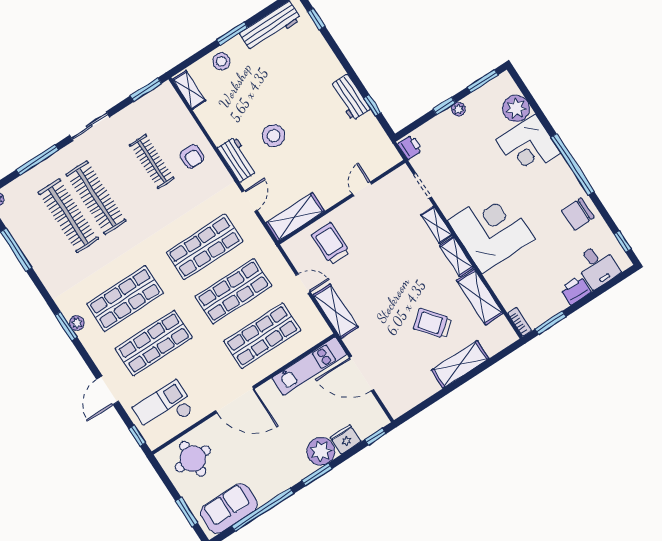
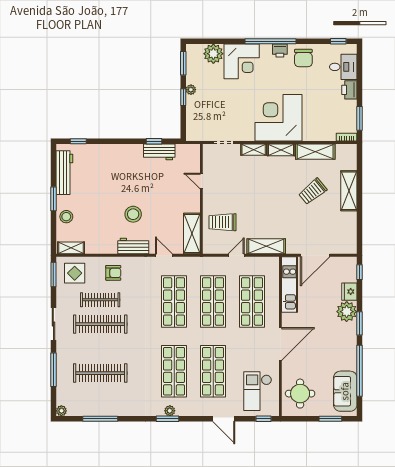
workbench: (350, 98) -> (159, 152), moved
display table: (163, 113) -> (75, 273), added
printer: (410, 147) -> (280, 50), moved, turned 180
clothes rail: (96, 198) -> (100, 324), moved

